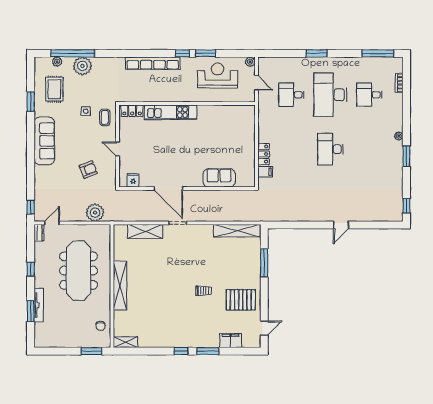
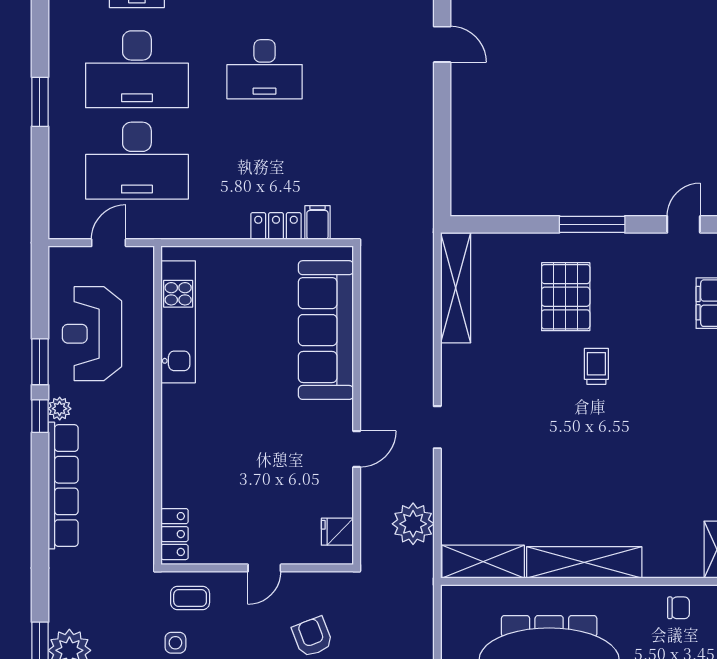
plant: (250, 62) -> (60, 409), moved
desk: (291, 95) -> (137, 161), width x1.87, depth x1.30
kitchen unit: (171, 112) -> (178, 322), moved
sofa: (219, 178) -> (326, 330), width x1.85, depth x1.27
door: (168, 188) -> (357, 449), width x0.53
plant: (95, 213) -> (413, 524), moved
shelving: (145, 231) -> (483, 562), moved, turned 90
window: (264, 263) -> (592, 224), moved
pallet: (241, 300) -> (566, 297), moved
door: (264, 328) -> (684, 224), hinge flipped

